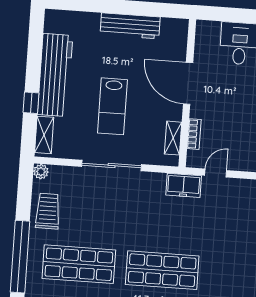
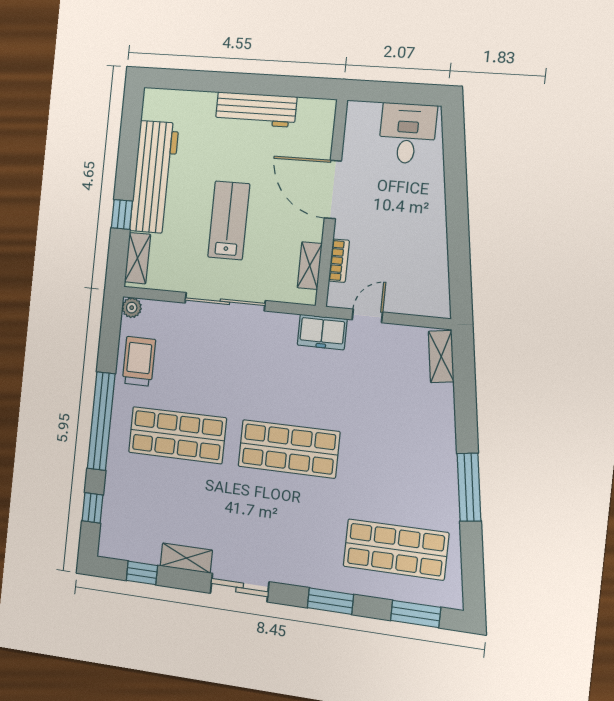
lab bench: (112, 106) -> (229, 220), turned 180

